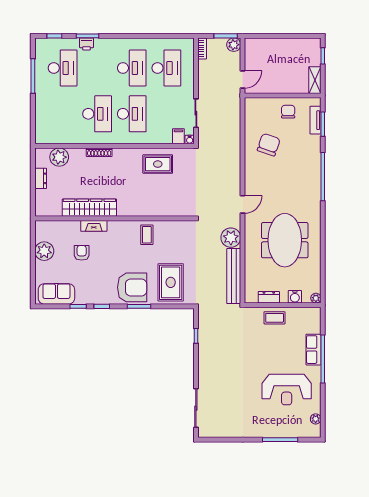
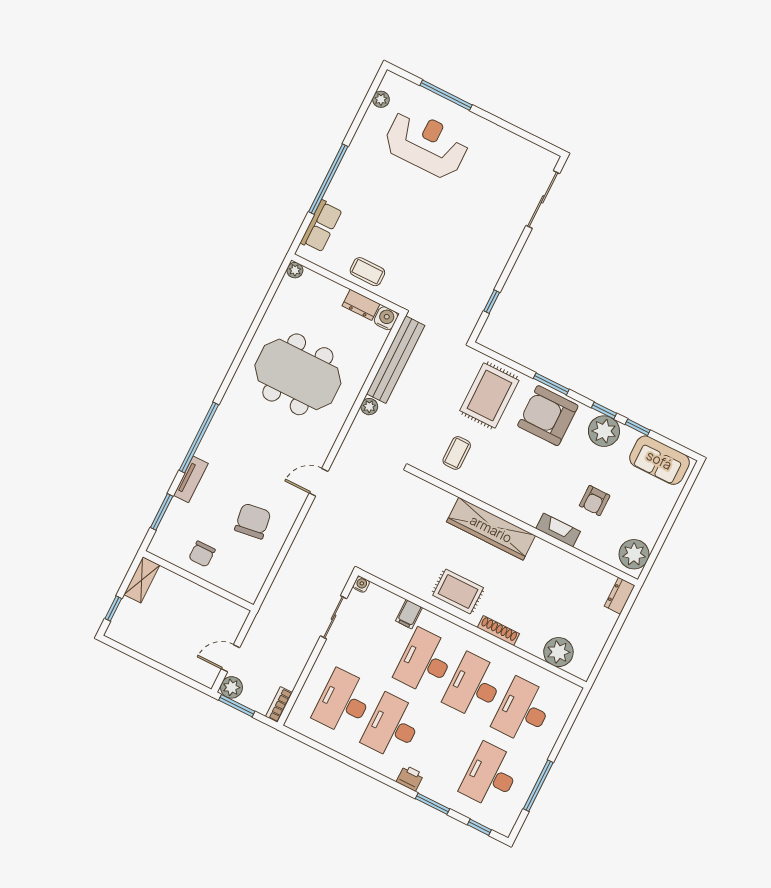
printer: (87, 44) -> (410, 778), moved
door: (243, 80) -> (231, 658), moved
desk: (63, 114) -> (523, 711), added
tv unit: (315, 120) -> (191, 479), moved
filing cabinet: (178, 136) -> (409, 614), moved
chair: (269, 145) -> (253, 521), turned 153
rug: (158, 164) -> (458, 592), moved
dresser: (41, 178) -> (620, 596), moved
door: (243, 204) -> (319, 482), moved
wardrobe: (89, 208) -> (491, 529), moved
coffee table: (147, 235) -> (457, 453), moved
plant: (231, 238) -> (369, 407), width x0.53, depth x0.53
meeting table: (285, 240) -> (298, 374), turned 90
plant: (44, 251) -> (634, 554), moved
plant: (96, 295) -> (604, 431), added
water cooler: (295, 297) -> (386, 318), moved
row of seats: (313, 350) -> (321, 226), moved
reception desk: (287, 390) -> (426, 144), moved

